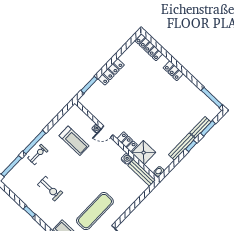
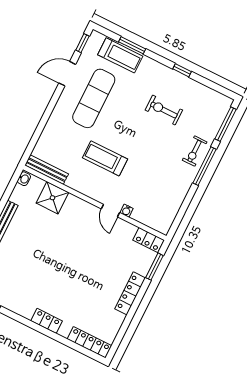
door: (107, 132) -> (110, 211), swing flipped
treadmill: (74, 141) -> (105, 158), moved
locker: (127, 142) -> (149, 240), moved
water cooler: (127, 159) -> (73, 182), removed

